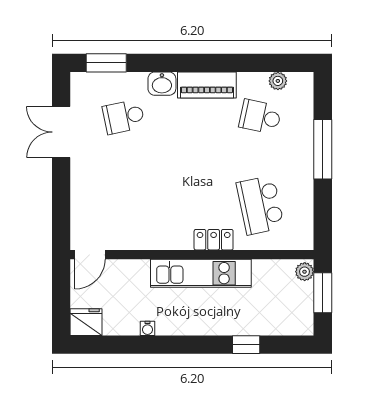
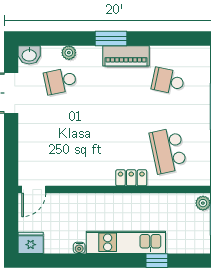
window: (106, 63) -> (111, 38), moved
plant: (278, 81) -> (69, 53), moved
washbasin: (162, 84) -> (29, 55), moved
kitchen unit: (201, 273) -> (126, 242), moved, turned 180

